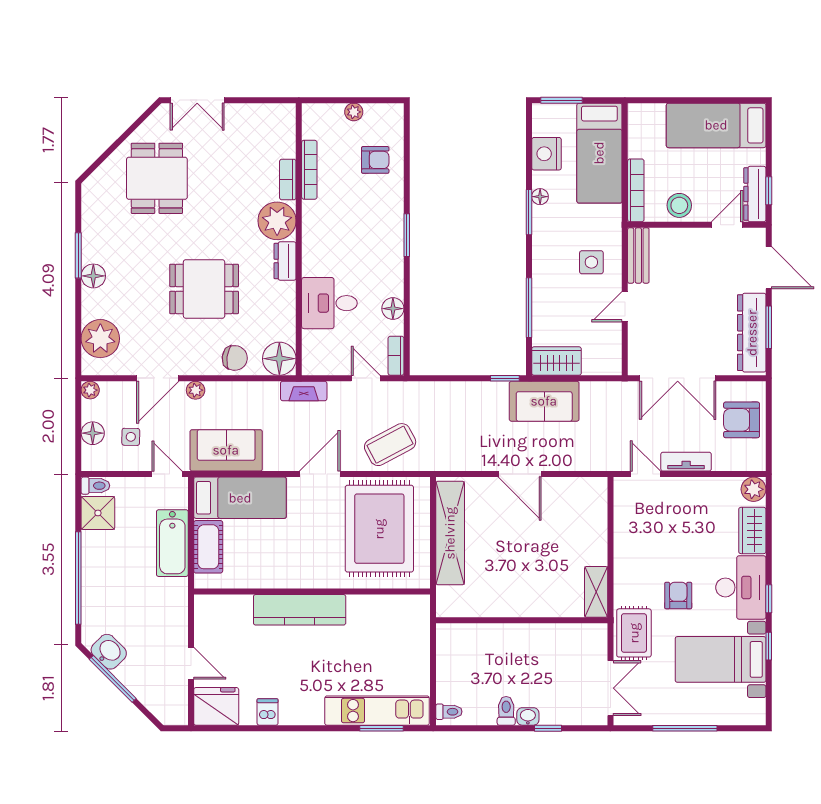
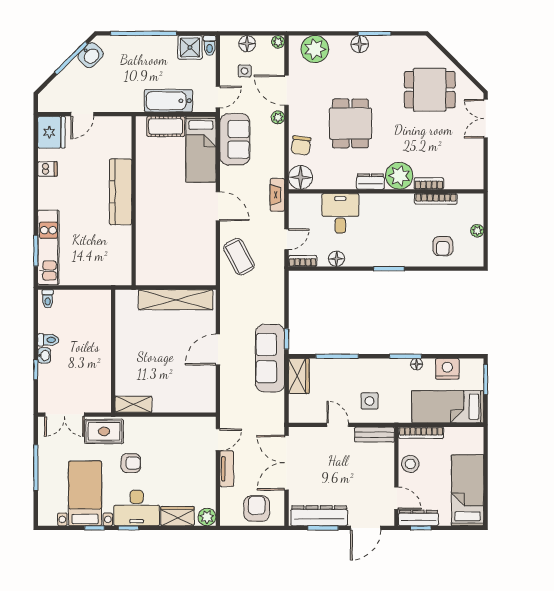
sofa: (544, 401) -> (270, 358), width x1.36
rug: (379, 529) -> (179, 249), removed

